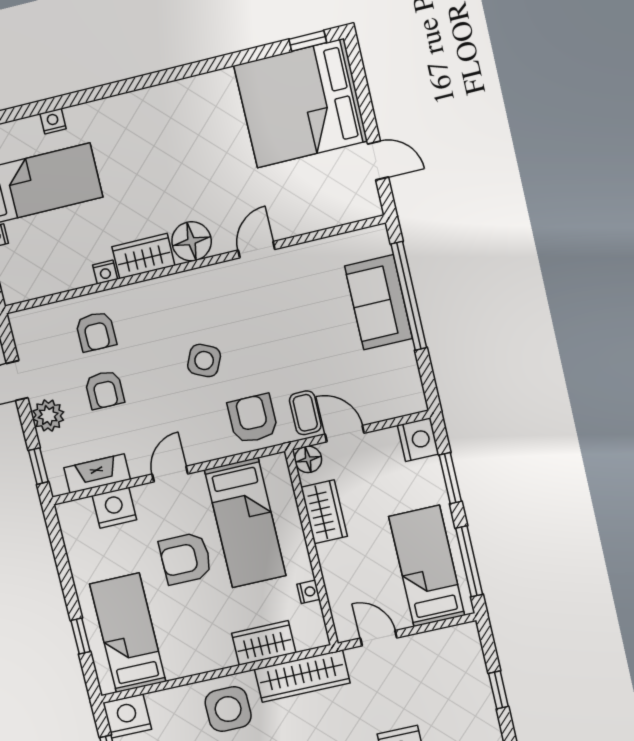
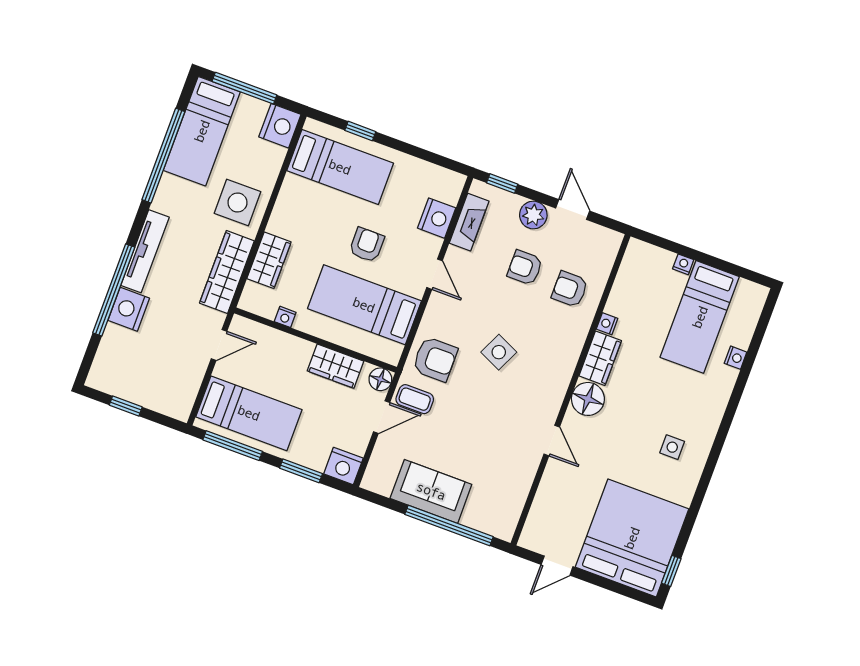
side table: (183, 124) -> (672, 447), added
sofa: (379, 302) -> (431, 491), moved
armchair: (186, 559) -> (367, 245), width x0.72, depth x0.72

